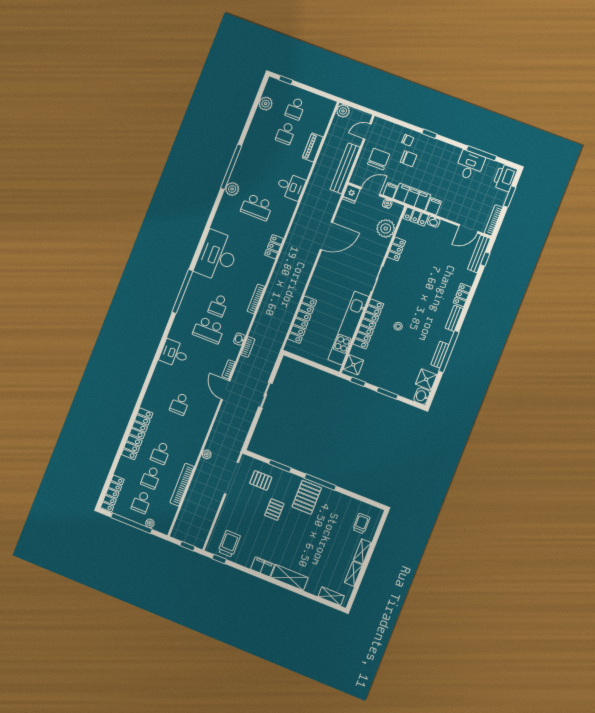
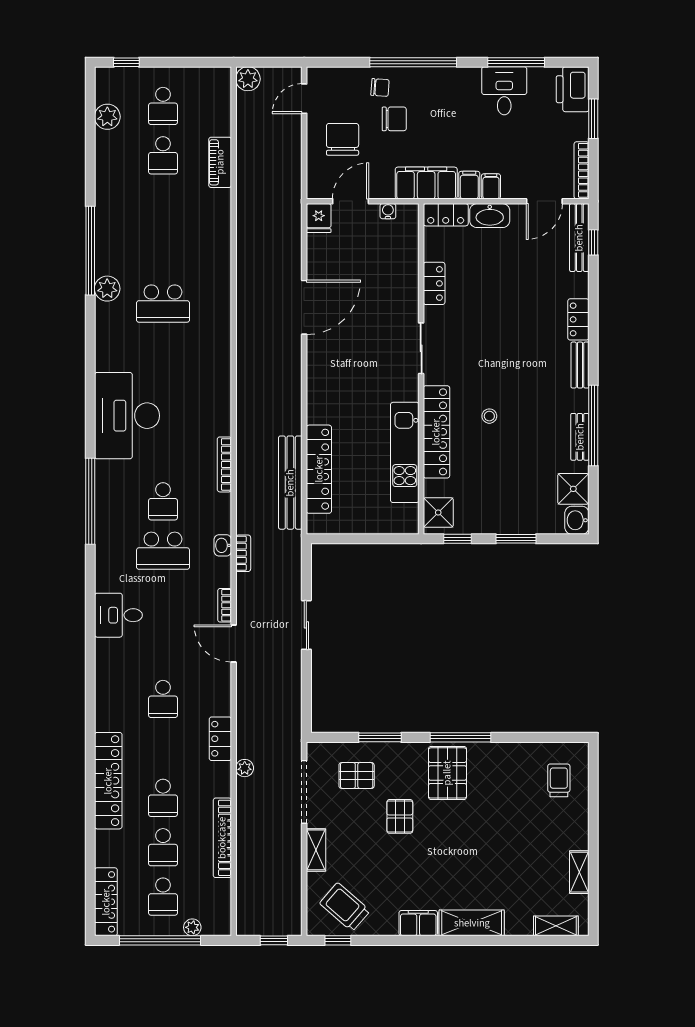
window: (429, 134) -> (413, 62), width x3.17
bench: (345, 168) -> (290, 483), moved
desk: (291, 187) -> (208, 245), removed
filing cabinet: (390, 191) -> (491, 186), moved
washbasin: (434, 222) -> (490, 216), width x1.91, depth x1.45
plant: (386, 228) -> (402, 255), removed
locker: (274, 247) -> (220, 739), moved
kitchen unit: (348, 328) -> (405, 452), width x0.73
trolley: (229, 544) -> (345, 907), turned -49
shelving: (362, 551) -> (316, 850), moved

